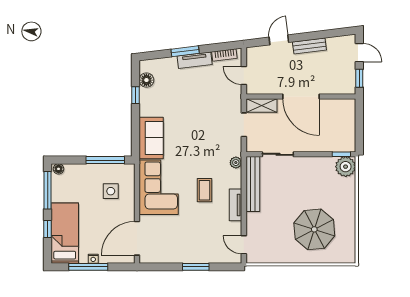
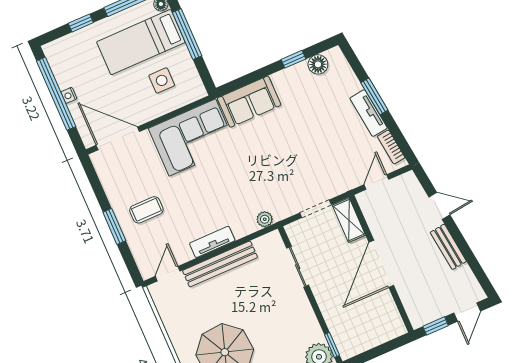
window: (105, 160) -> (187, 34), moved
bench: (253, 184) -> (220, 264), moved
coffee table: (204, 190) -> (146, 210), moved
bed: (65, 233) -> (141, 42), moved, turned 180
window: (88, 267) -> (56, 94), width x1.46

